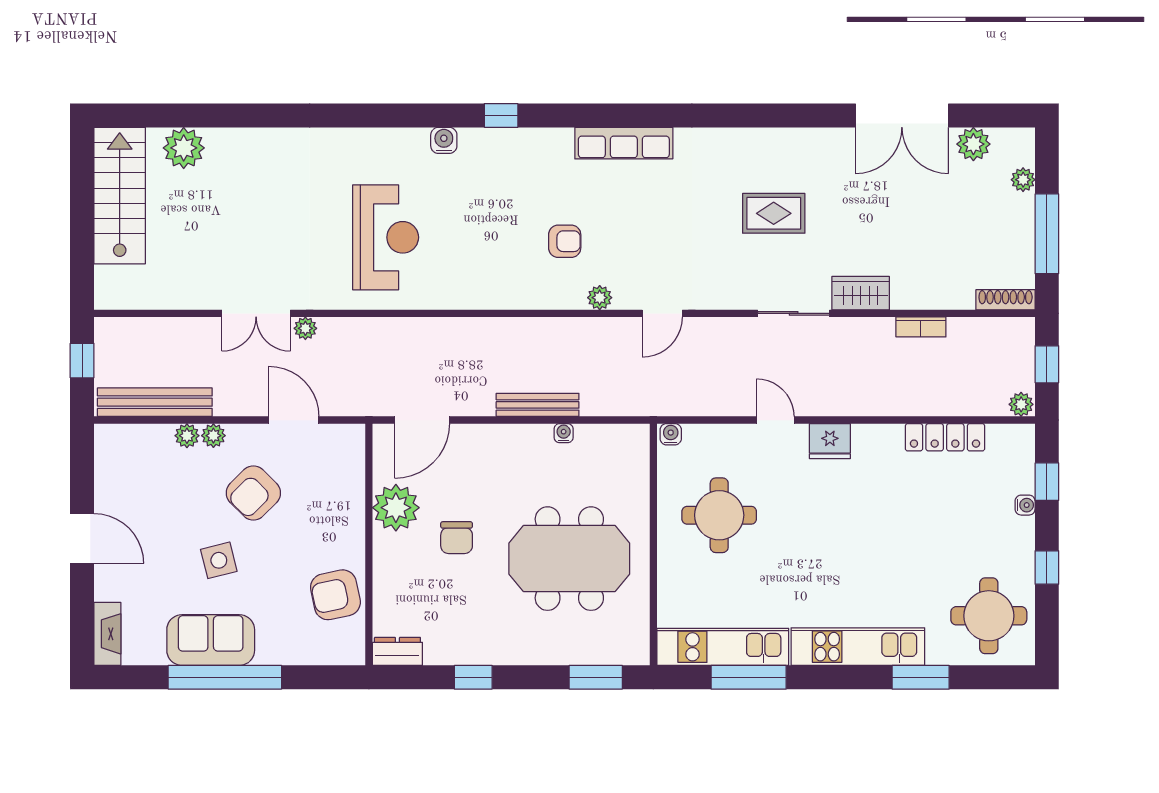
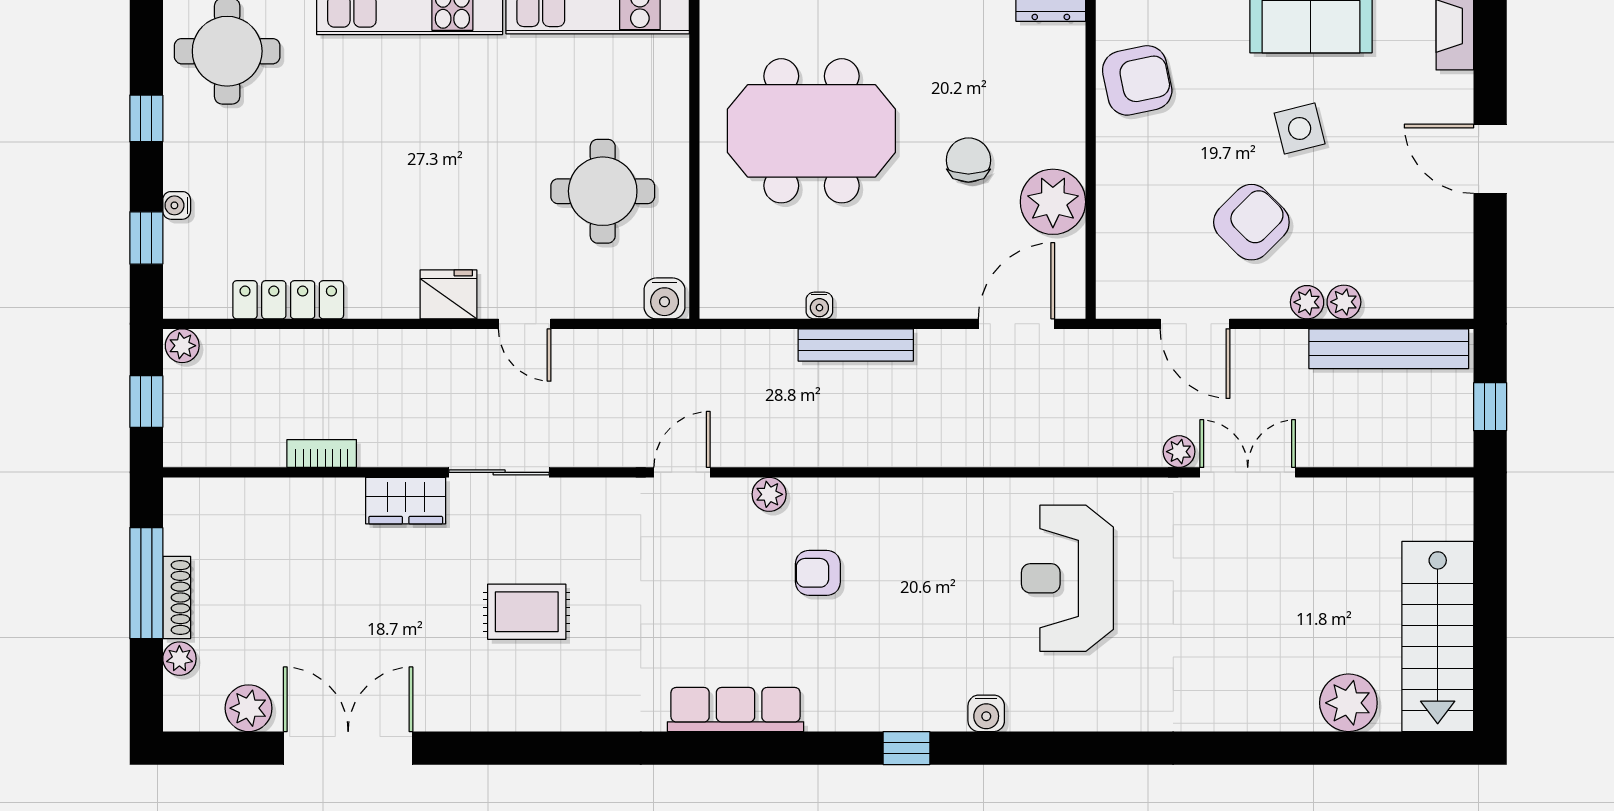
shoe rack: (1006, 300) -> (177, 598), moved, turned -90
water cooler: (671, 434) -> (665, 298), width x1.38, depth x1.38

